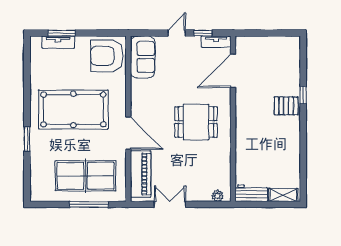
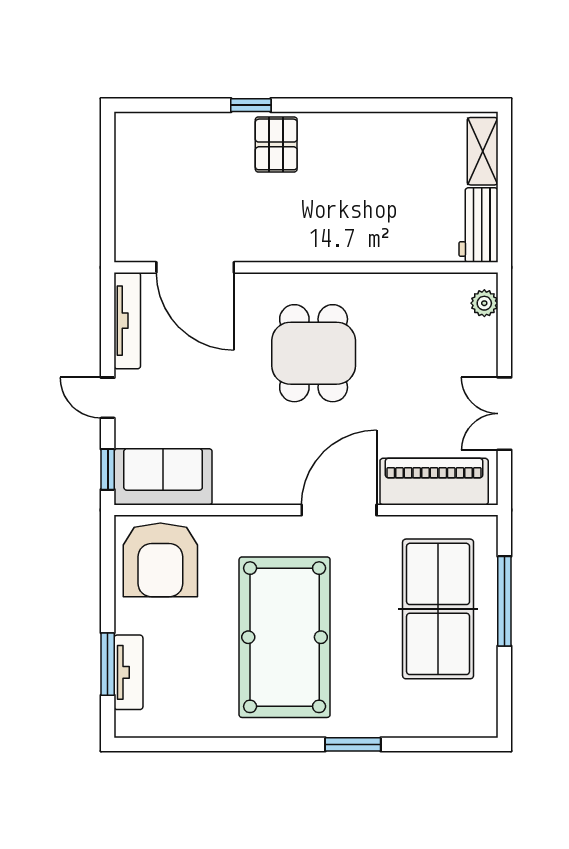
window: (203, 33) -> (108, 469), moved
tv unit: (216, 42) -> (127, 321), width x1.41

